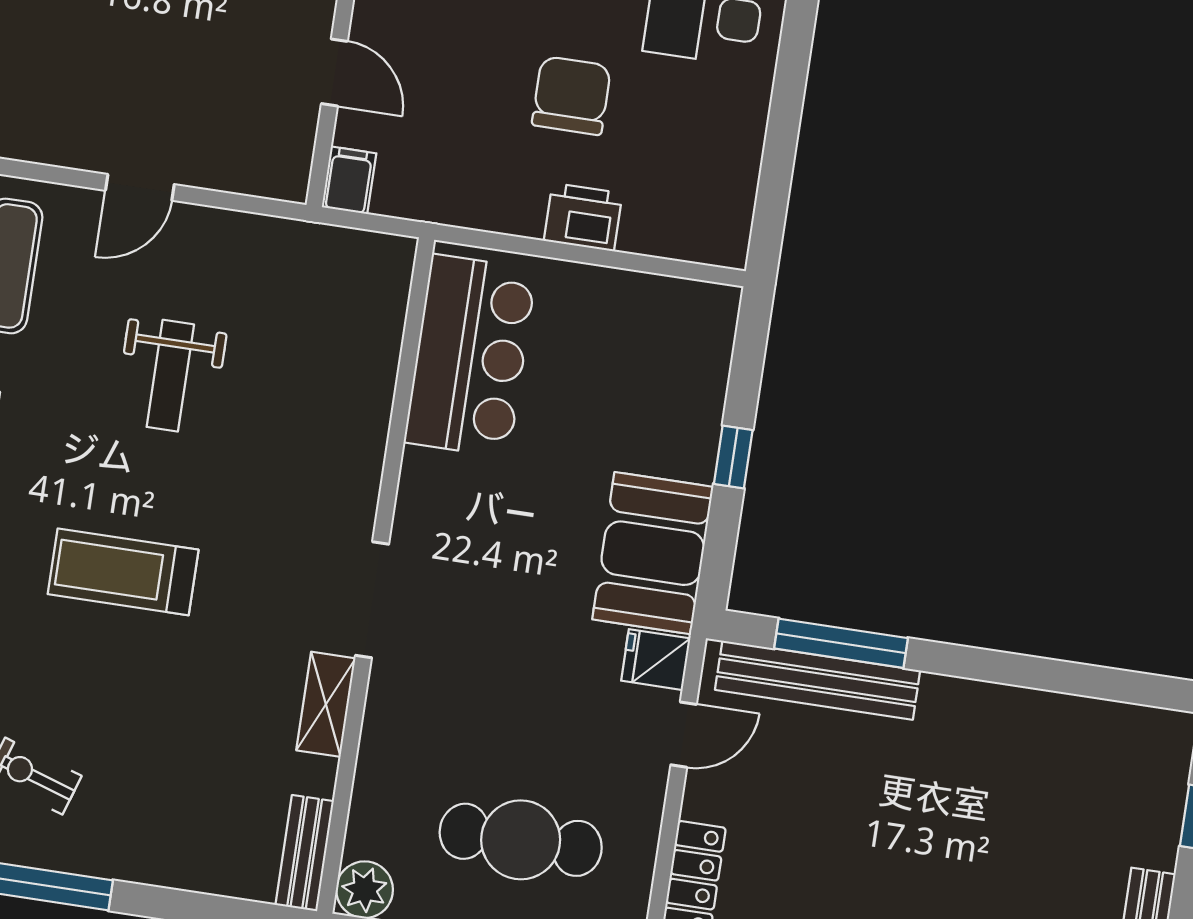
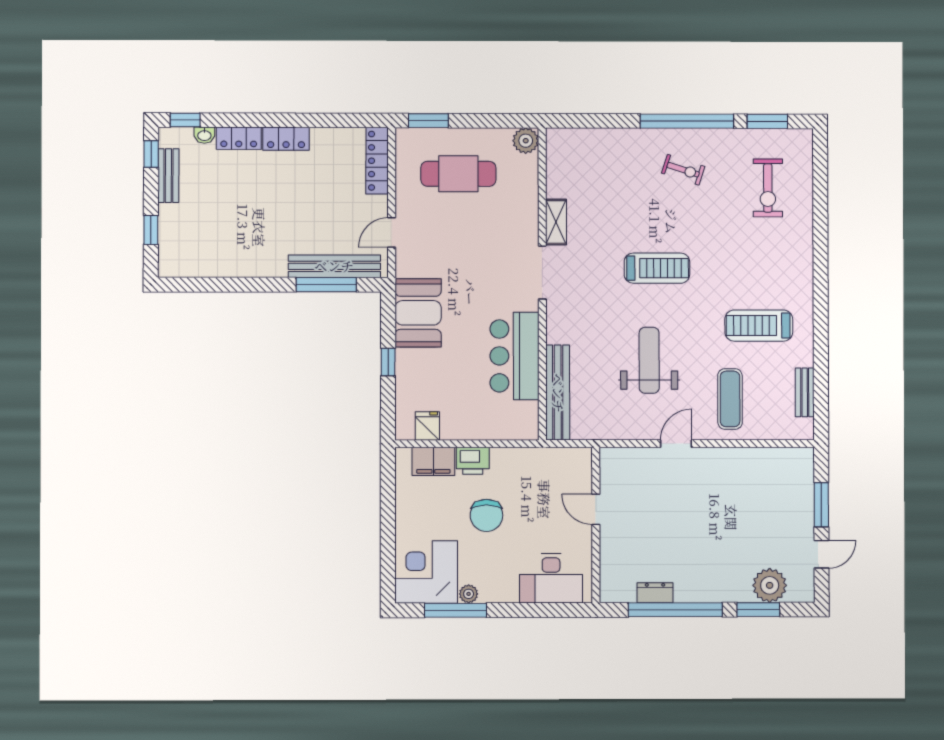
filing cabinet: (349, 180) -> (433, 461), moved, width x2.00
bar counter: (470, 356) -> (514, 356), moved
weight bench: (170, 376) -> (649, 360), width x1.36, depth x1.33
fridge: (656, 660) -> (427, 426), moved, turned -90
bench: (305, 853) -> (558, 393), moved, width x1.86, depth x1.21

